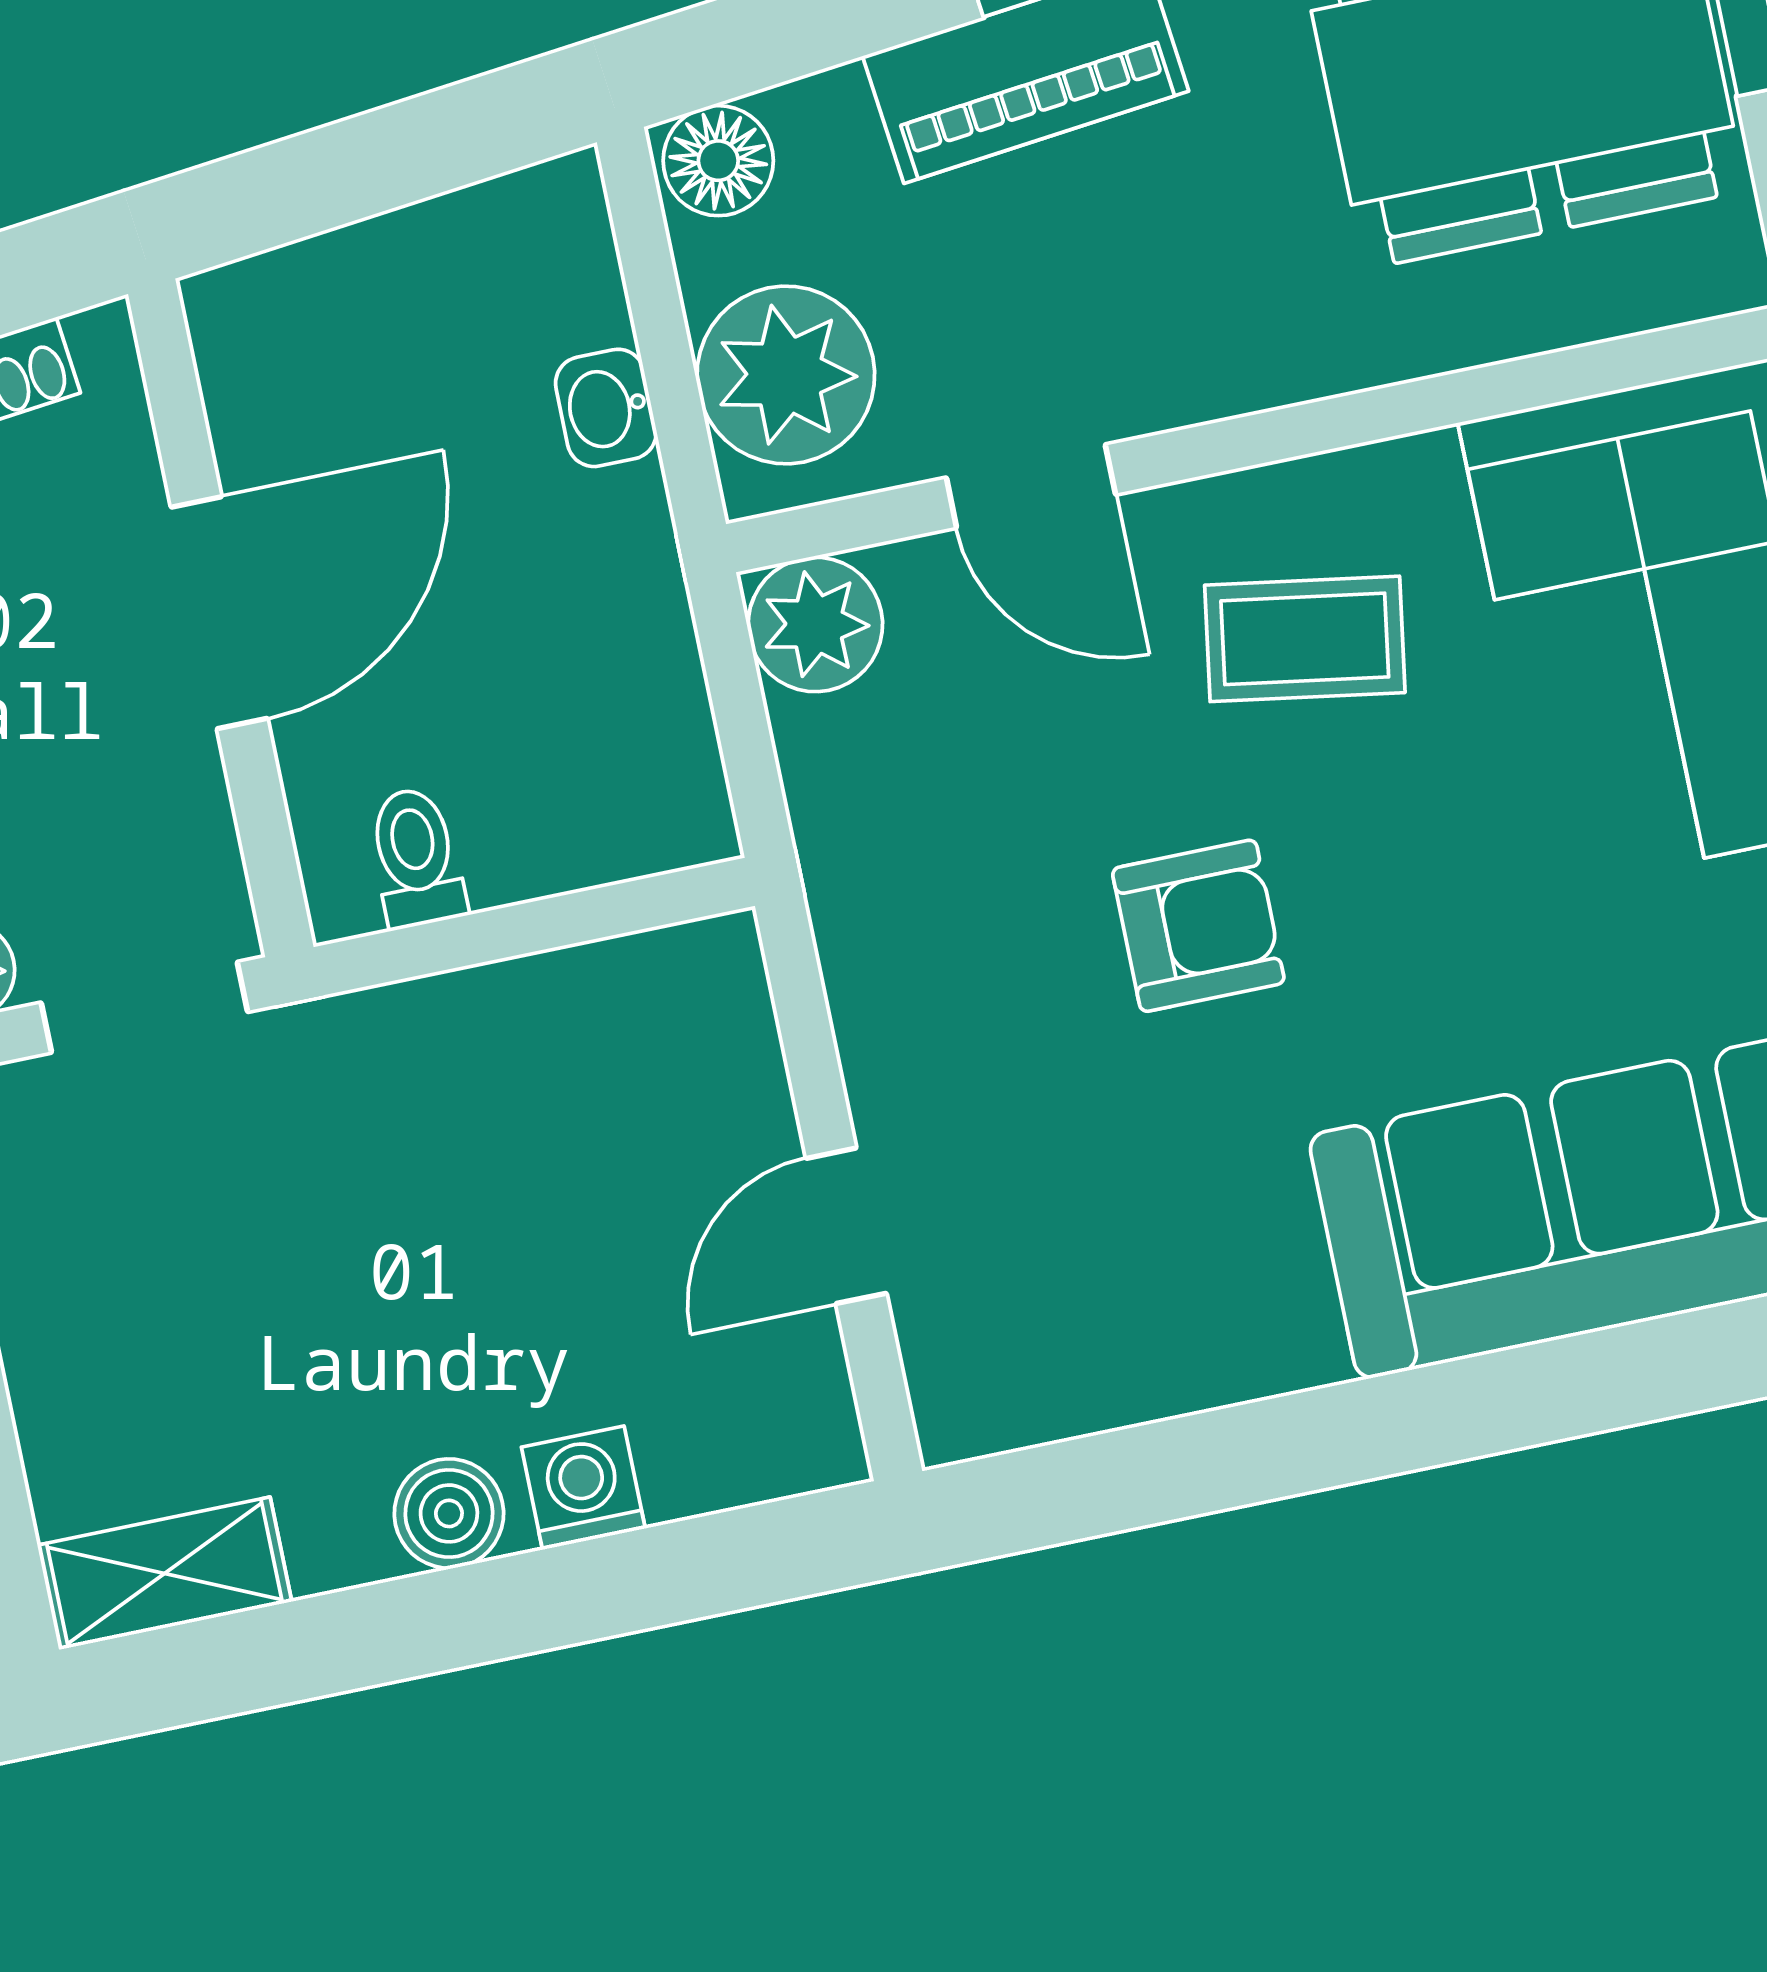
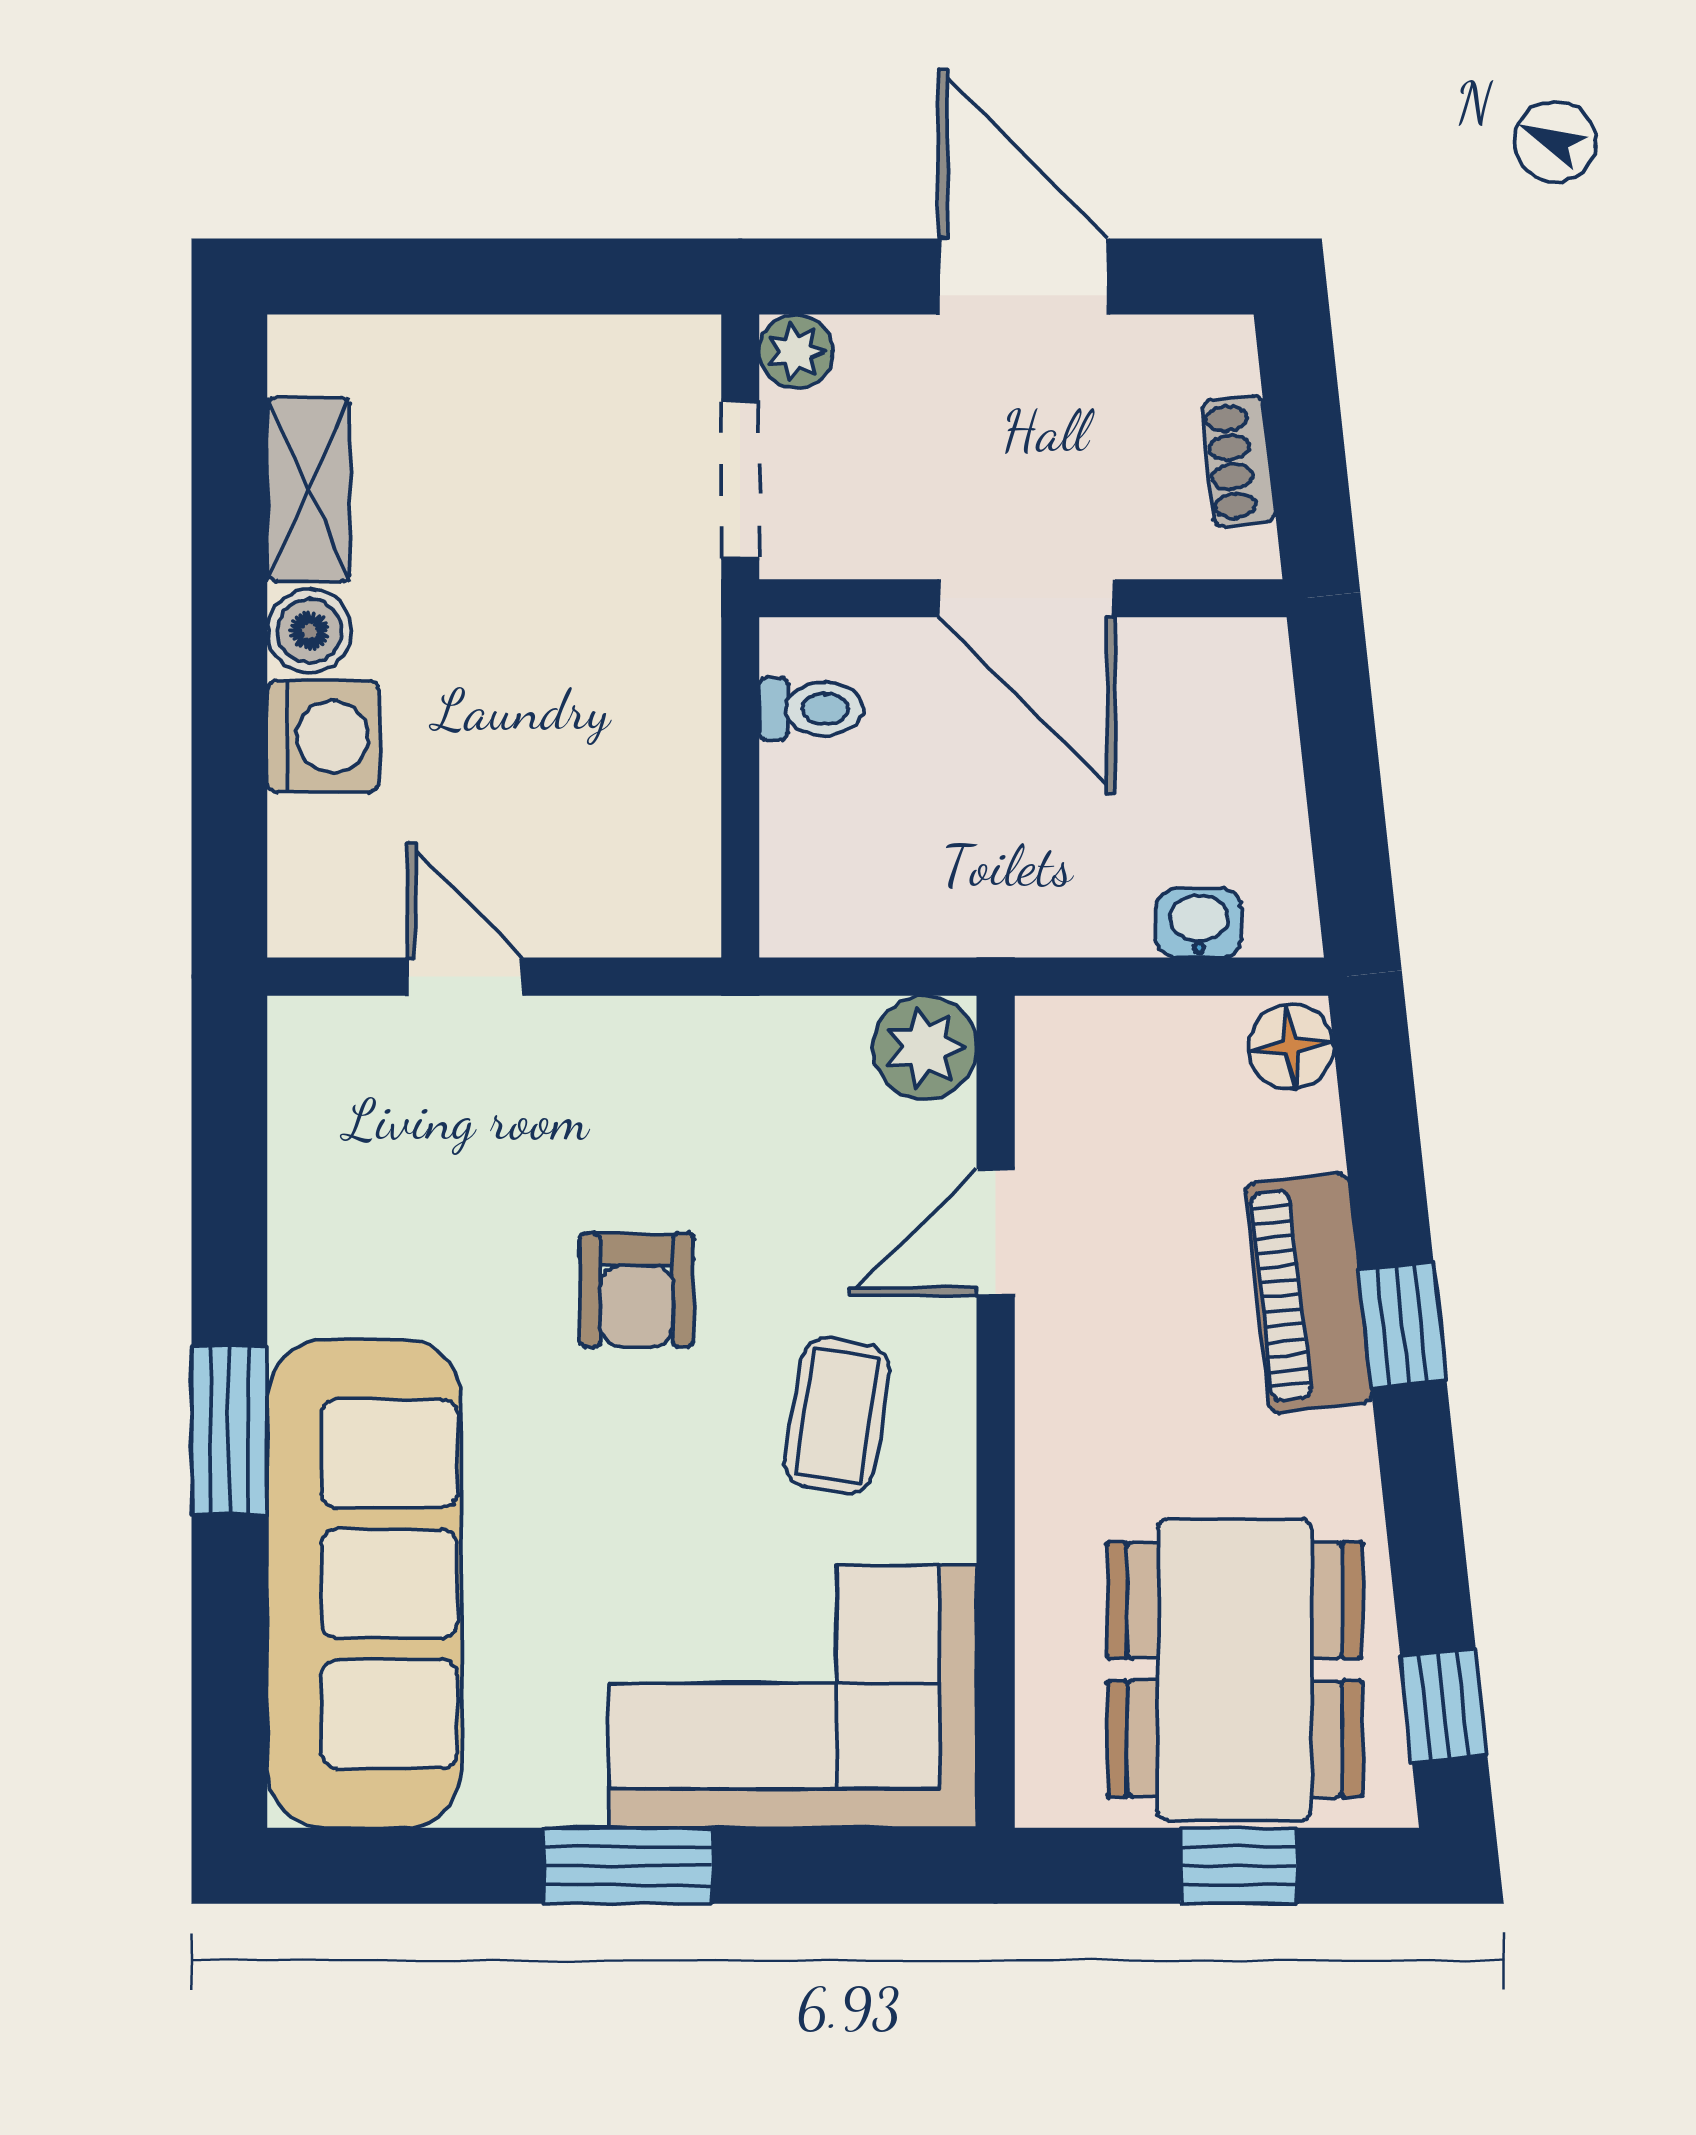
plant: (786, 375) -> (1118, 1064), removed
washbasin: (606, 408) -> (1199, 923), moved
window: (1483, 1405) -> (229, 1430), added
washing machine: (583, 1488) -> (323, 737), width x1.38, depth x1.38
shelving: (165, 1573) -> (309, 489), moved

